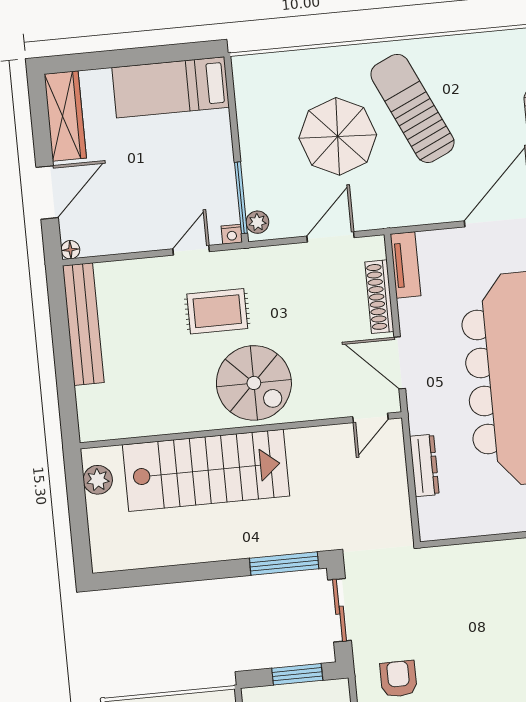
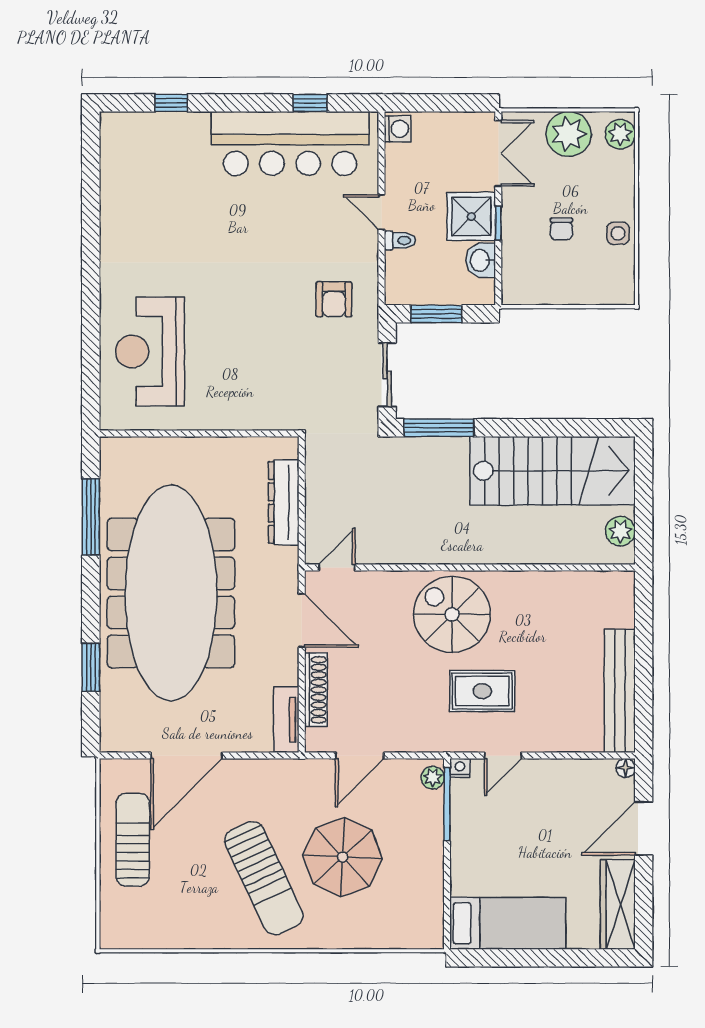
dresser: (424, 465) -> (284, 502), width x1.37, depth x1.24
stairs: (206, 470) -> (553, 471), moved, turned 180

